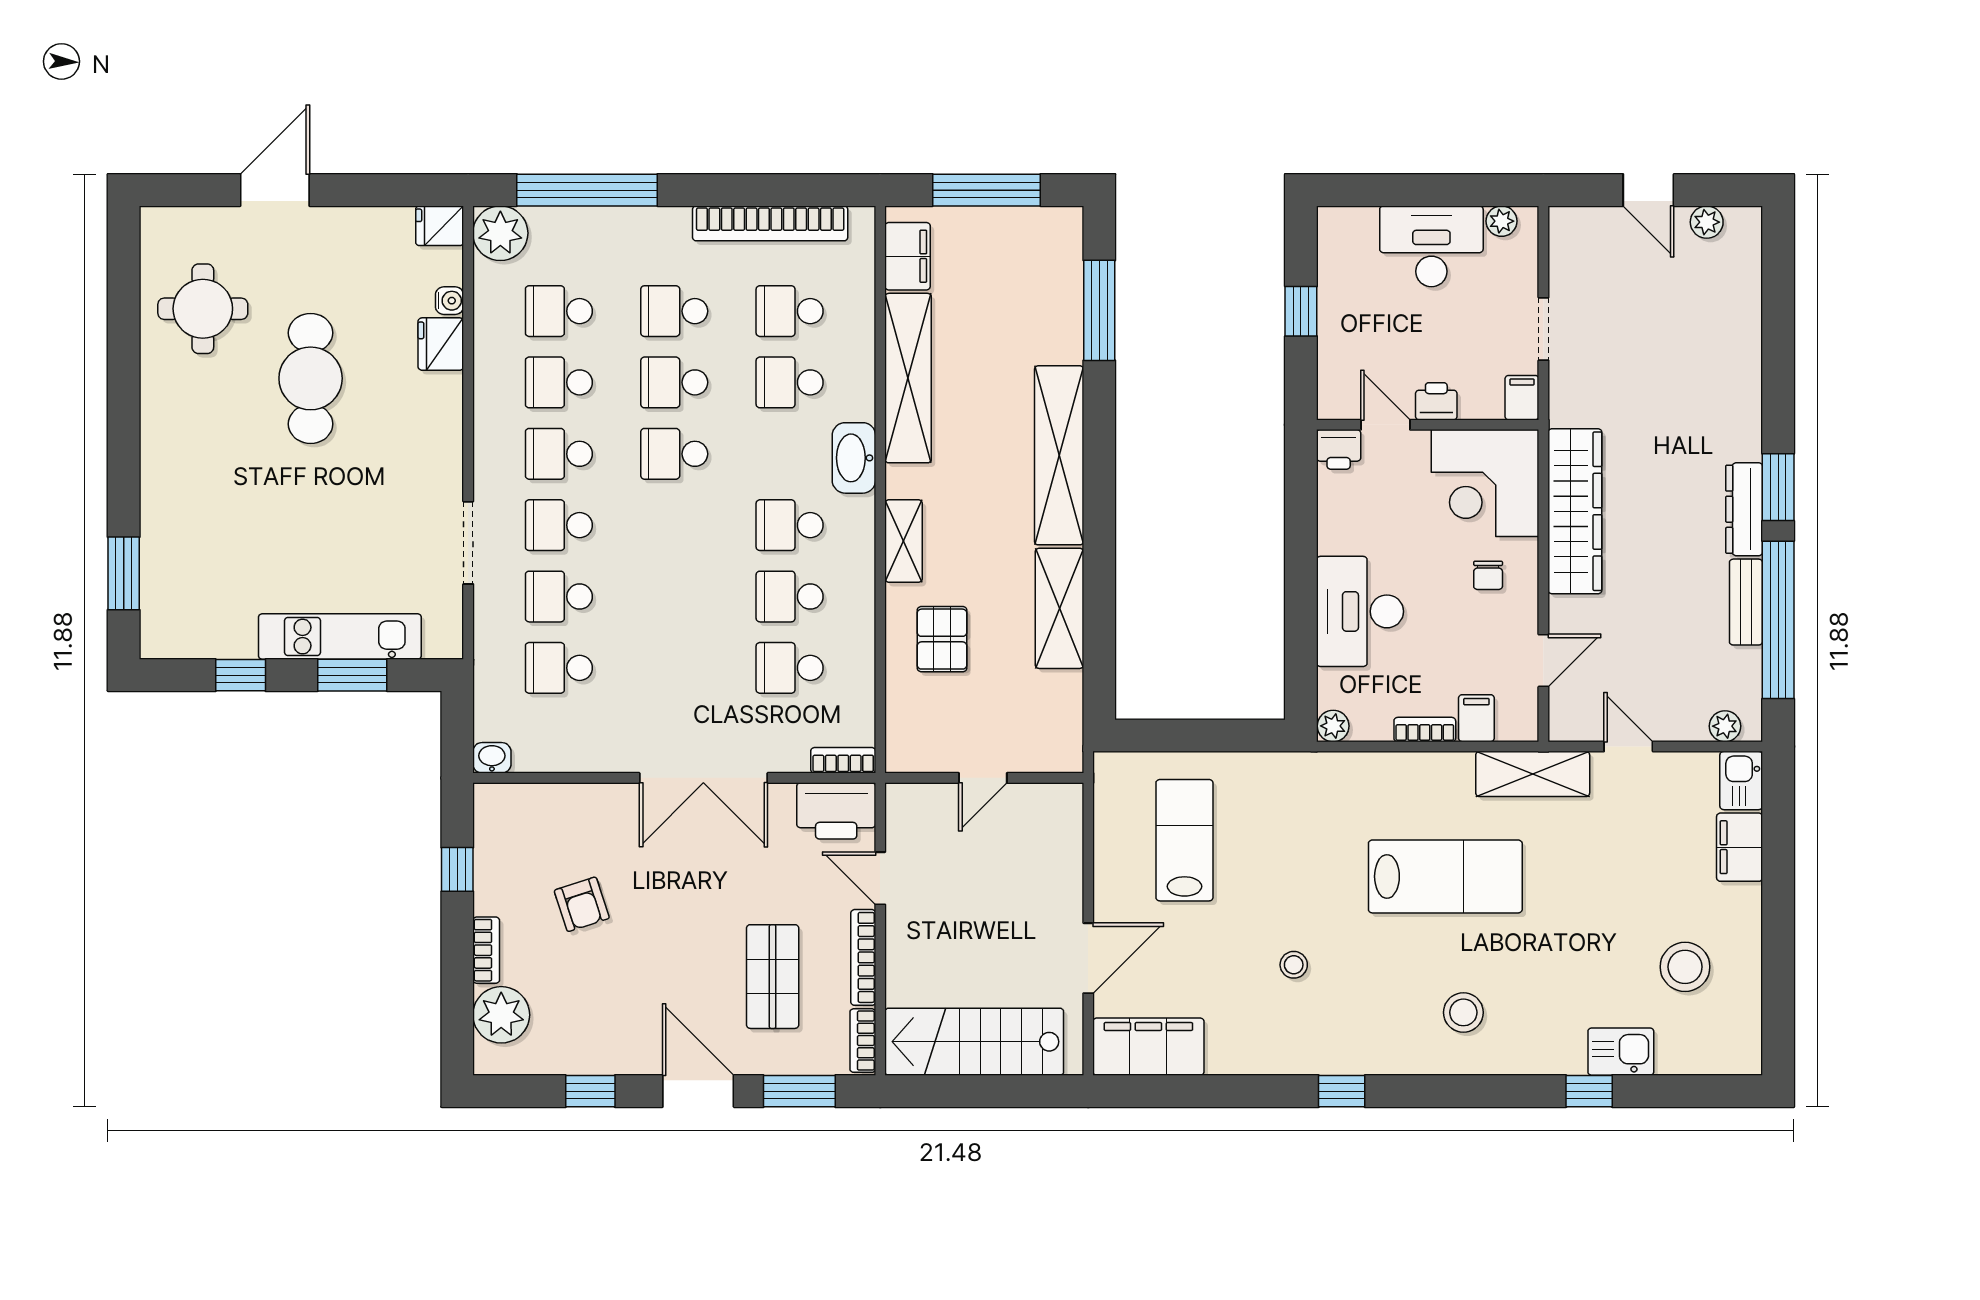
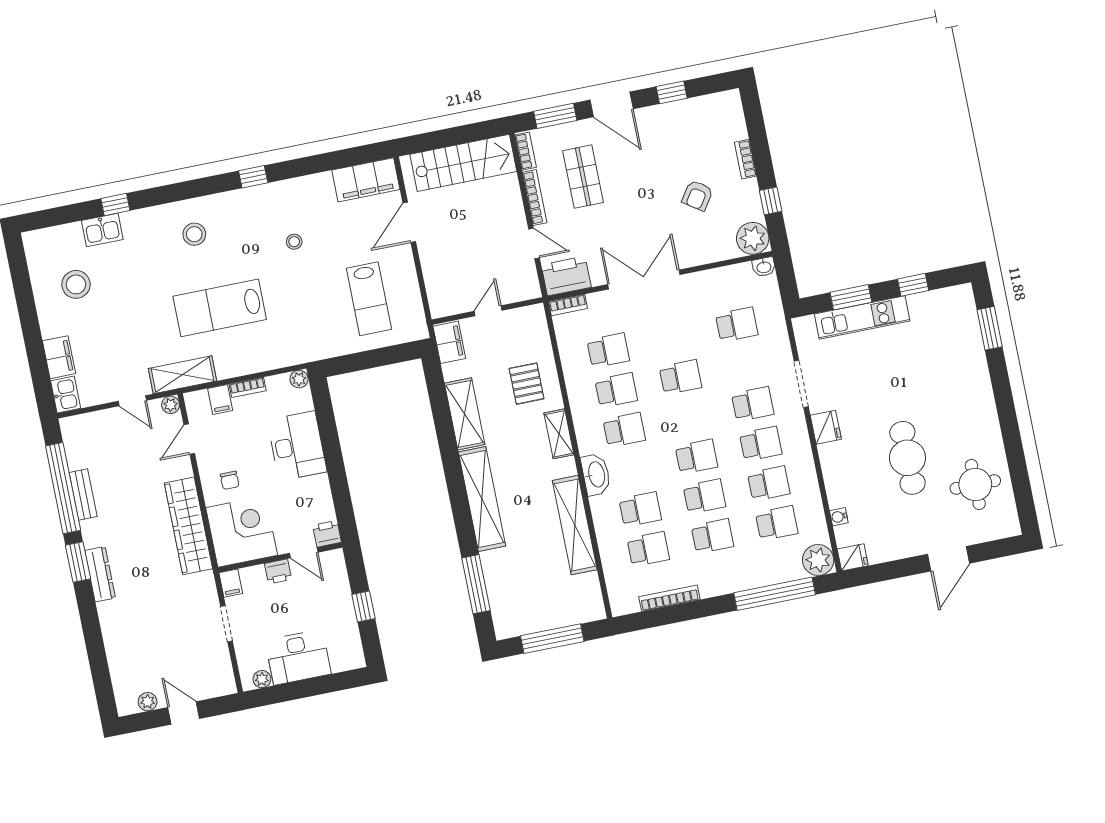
bookcase: (770, 223) -> (669, 598), width x0.68, depth x0.76
filing cabinet: (908, 256) -> (449, 342), moved, turned 180
fridge: (441, 344) -> (826, 427), moved
dresser: (1744, 509) -> (100, 574), moved
chair: (1488, 575) -> (230, 480), turned 180
school desk: (559, 597) -> (680, 377), moved
plant: (1725, 726) -> (171, 405), moved
armchair: (582, 904) -> (697, 195), turned -128
plant: (501, 1015) -> (753, 238), moved

